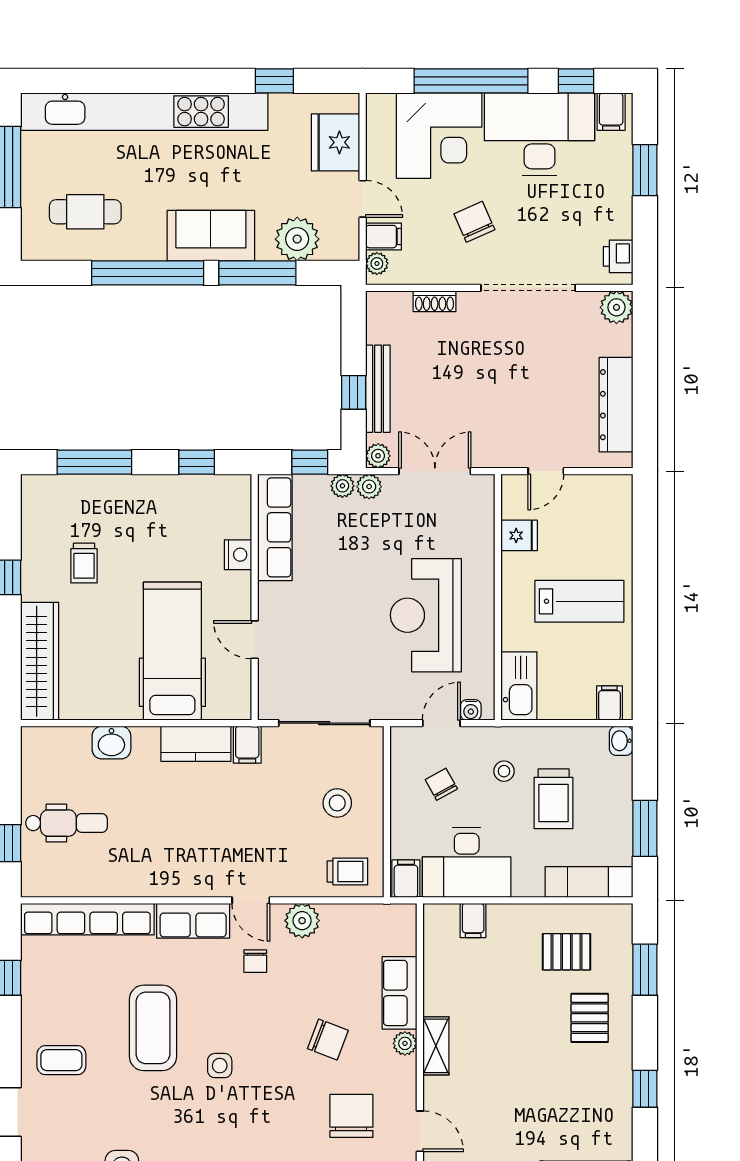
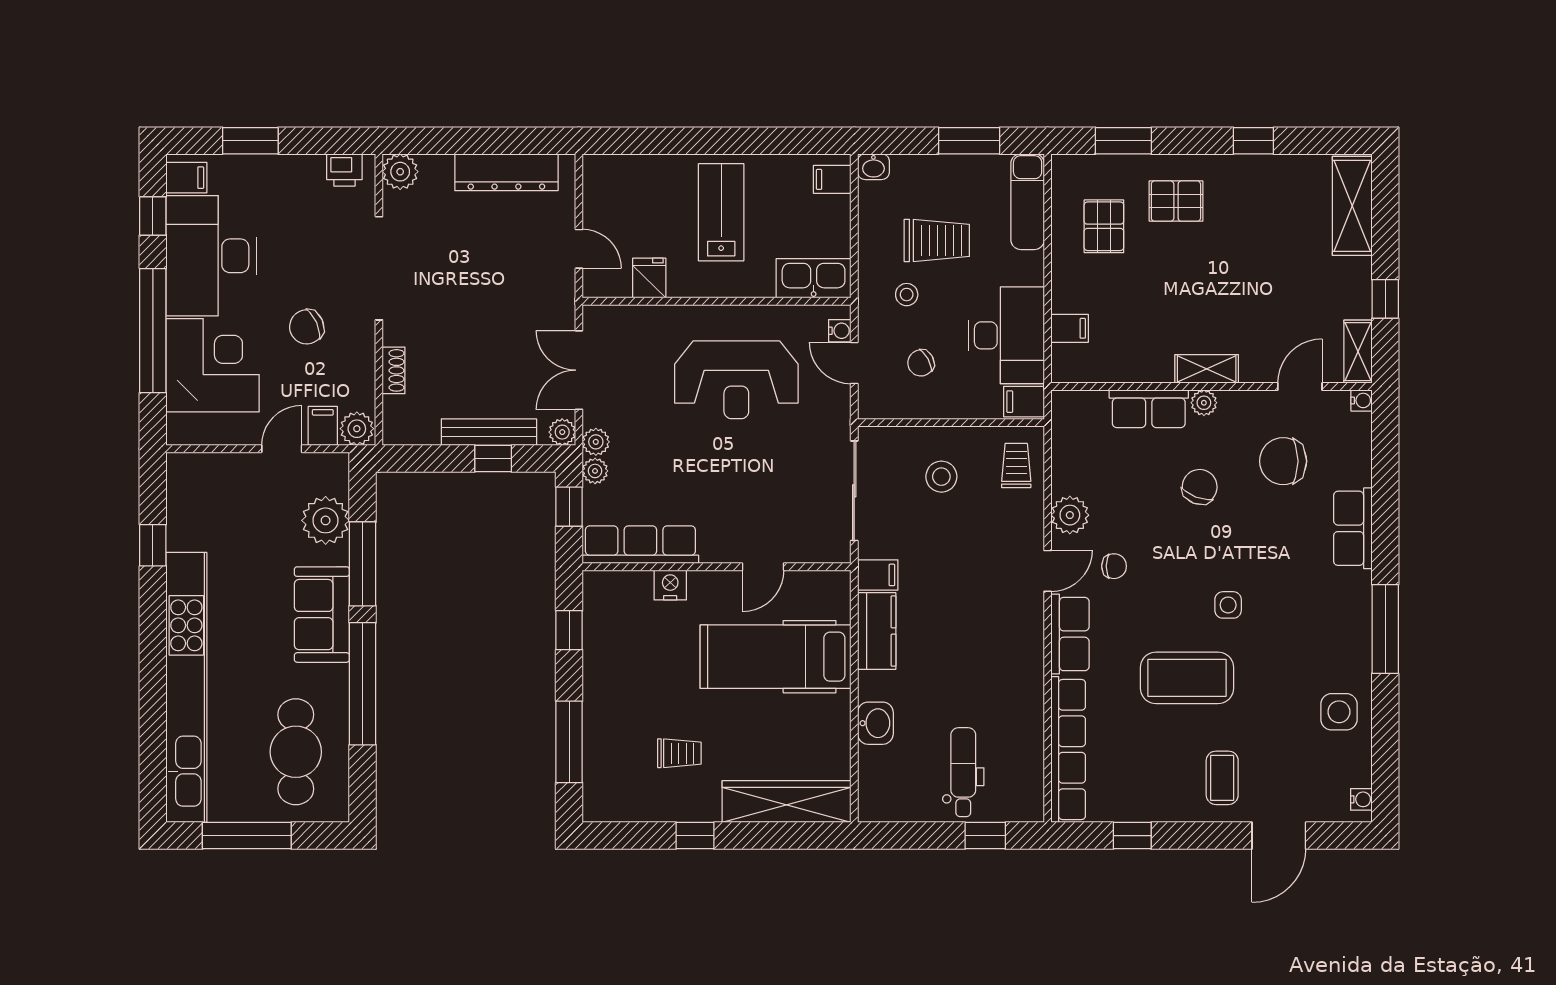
fridge: (336, 142) -> (220, 479), removed
cafe table: (85, 212) -> (296, 752), width x1.37, depth x1.35
plant: (377, 263) -> (357, 429), width x1.38, depth x1.38

